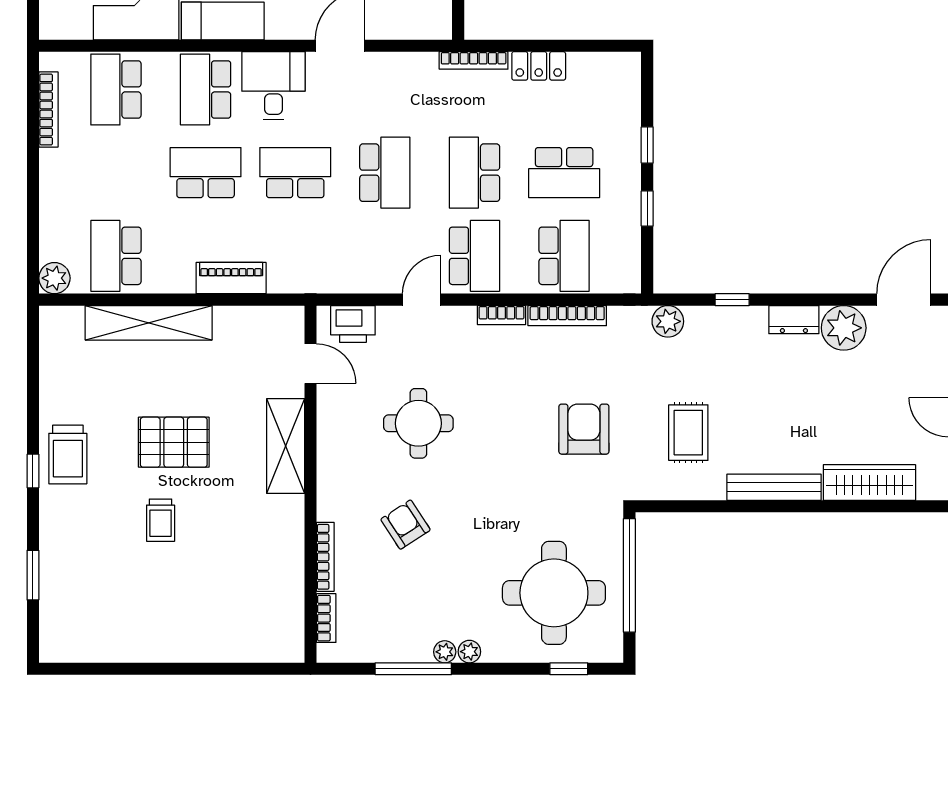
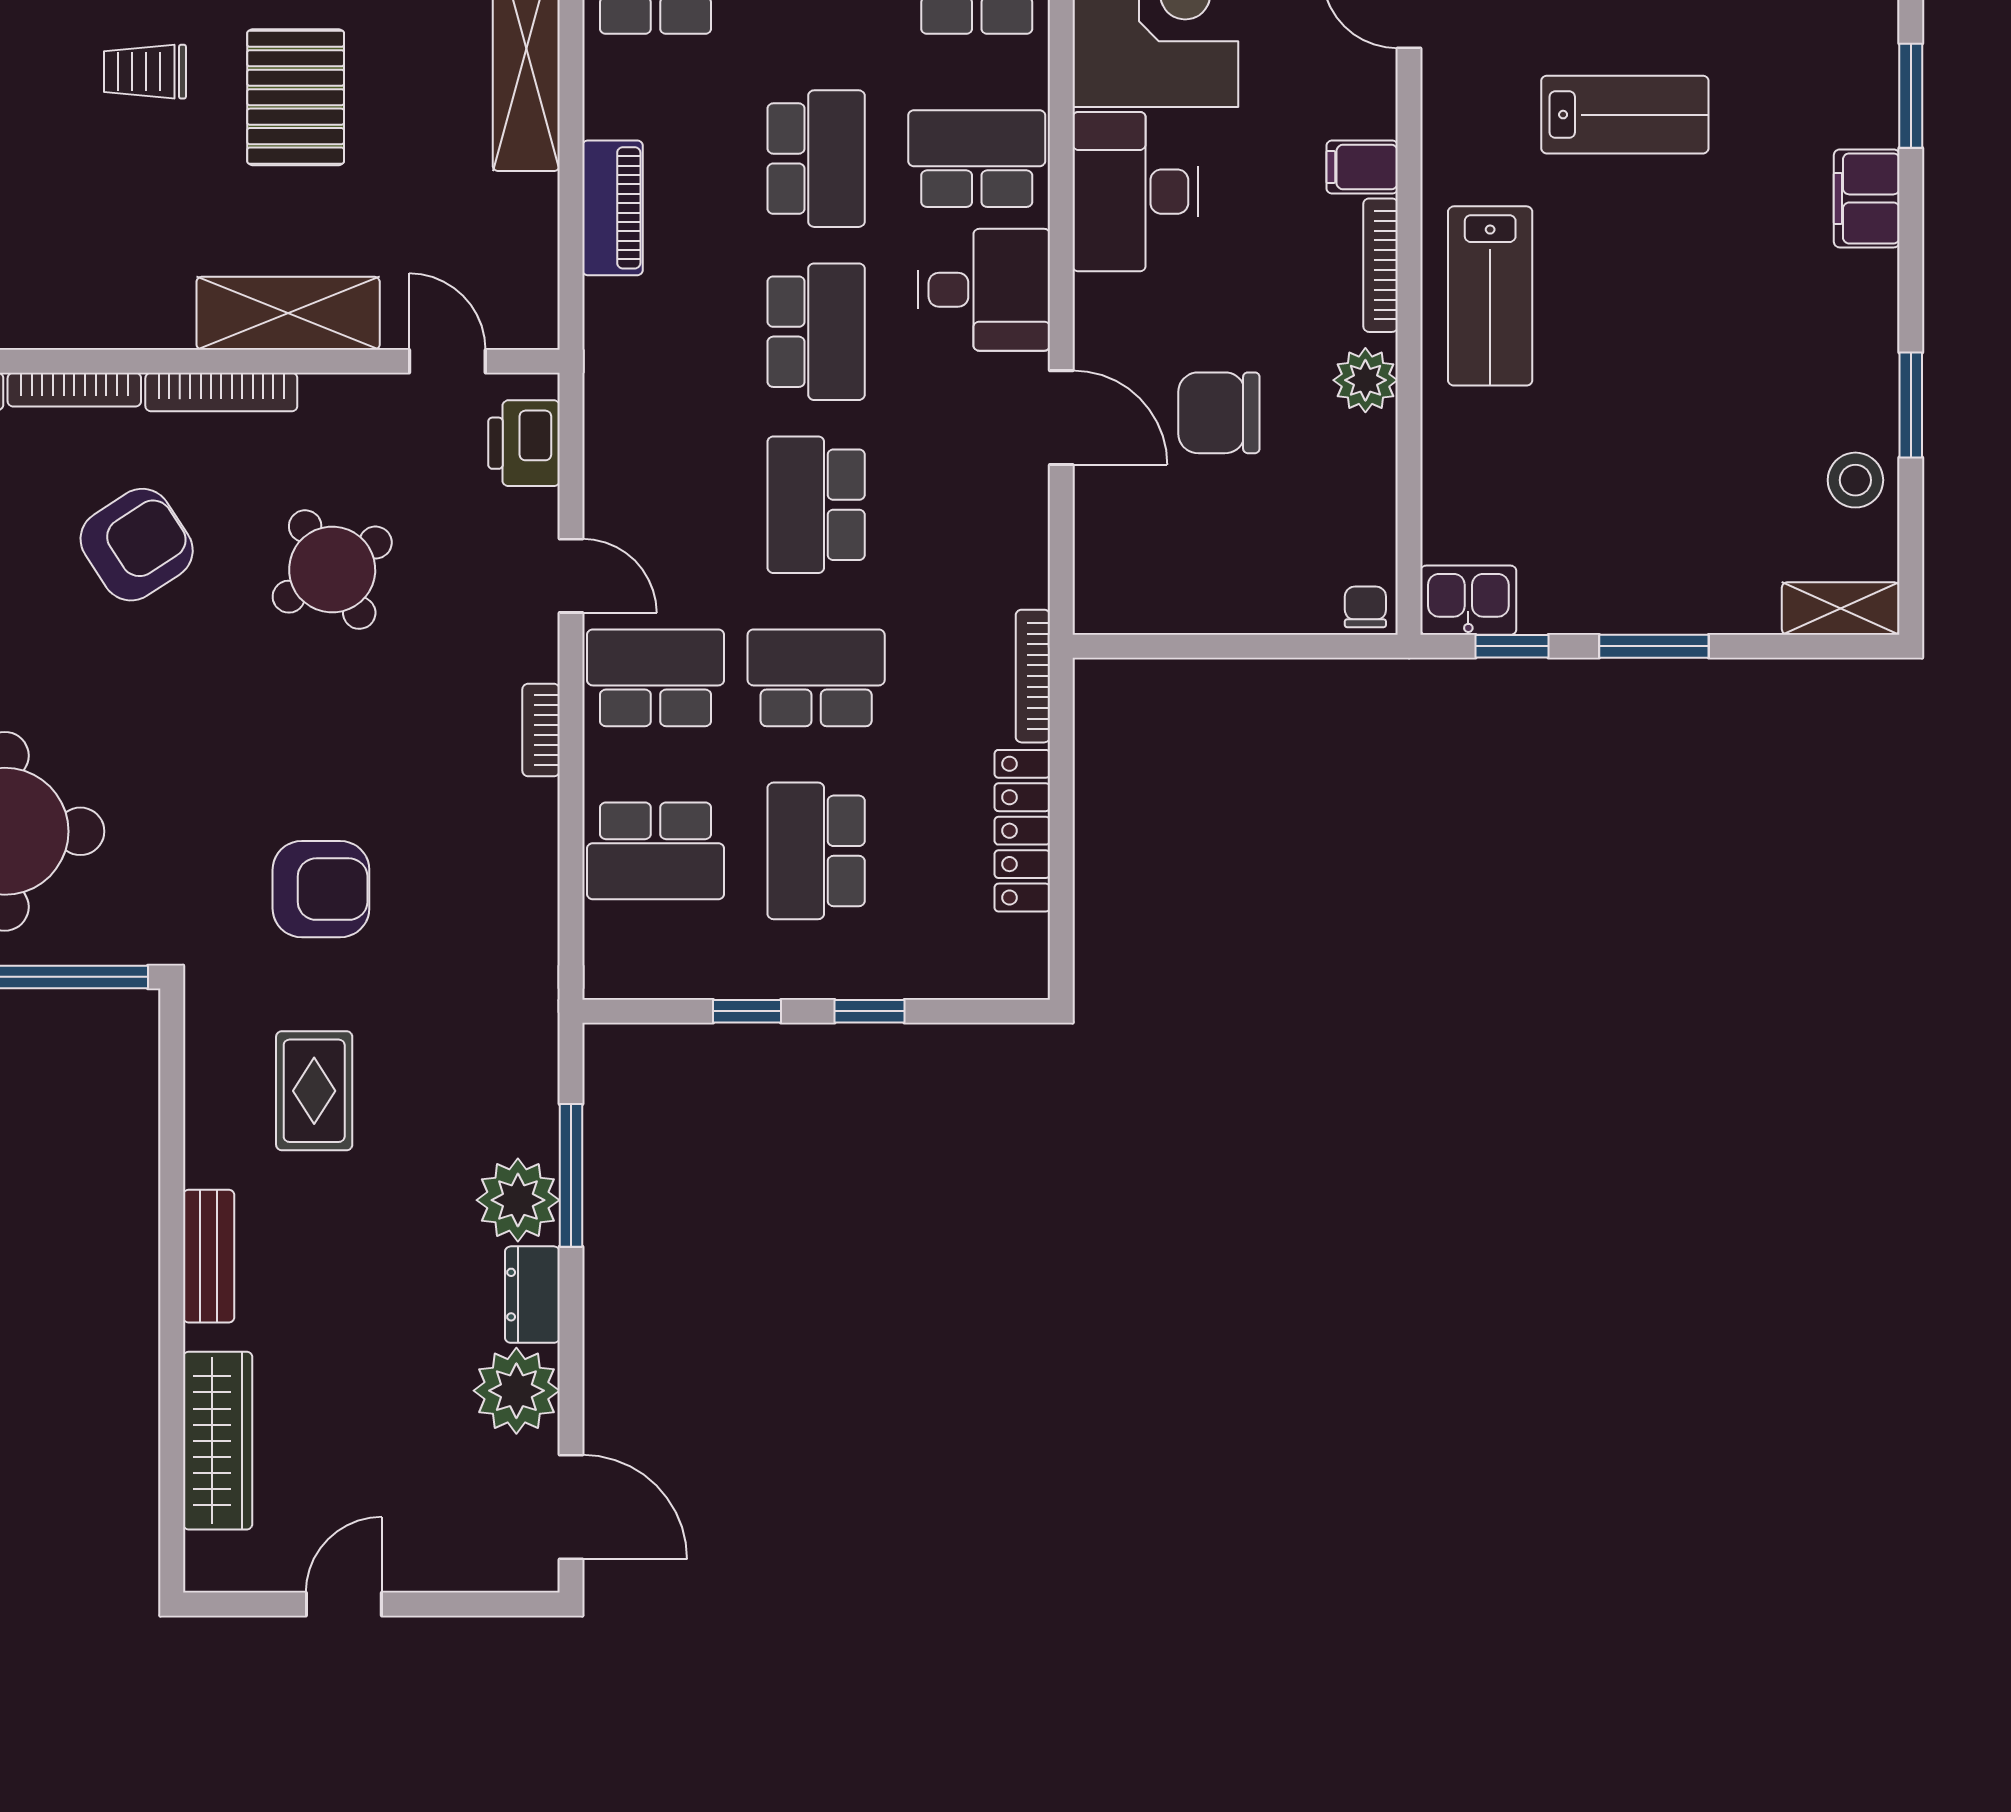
locker: (539, 66) -> (1022, 831), width x1.53
school desk: (385, 173) -> (816, 505), turned 90
school desk: (474, 256) -> (656, 678), turned 180
window: (732, 300) -> (571, 1175), width x2.17
bookcase: (567, 316) -> (221, 392), moved, turned -90
plant: (668, 321) -> (518, 1200), moved, width x1.36, depth x1.36
door: (310, 364) -> (447, 361), swing flipped
round table: (418, 423) -> (332, 570), turned -32
rug: (688, 433) -> (314, 1091), turned 90
bench: (774, 487) -> (209, 1256), width x0.73
armchair: (405, 525) -> (137, 545), width x1.38, depth x1.38

